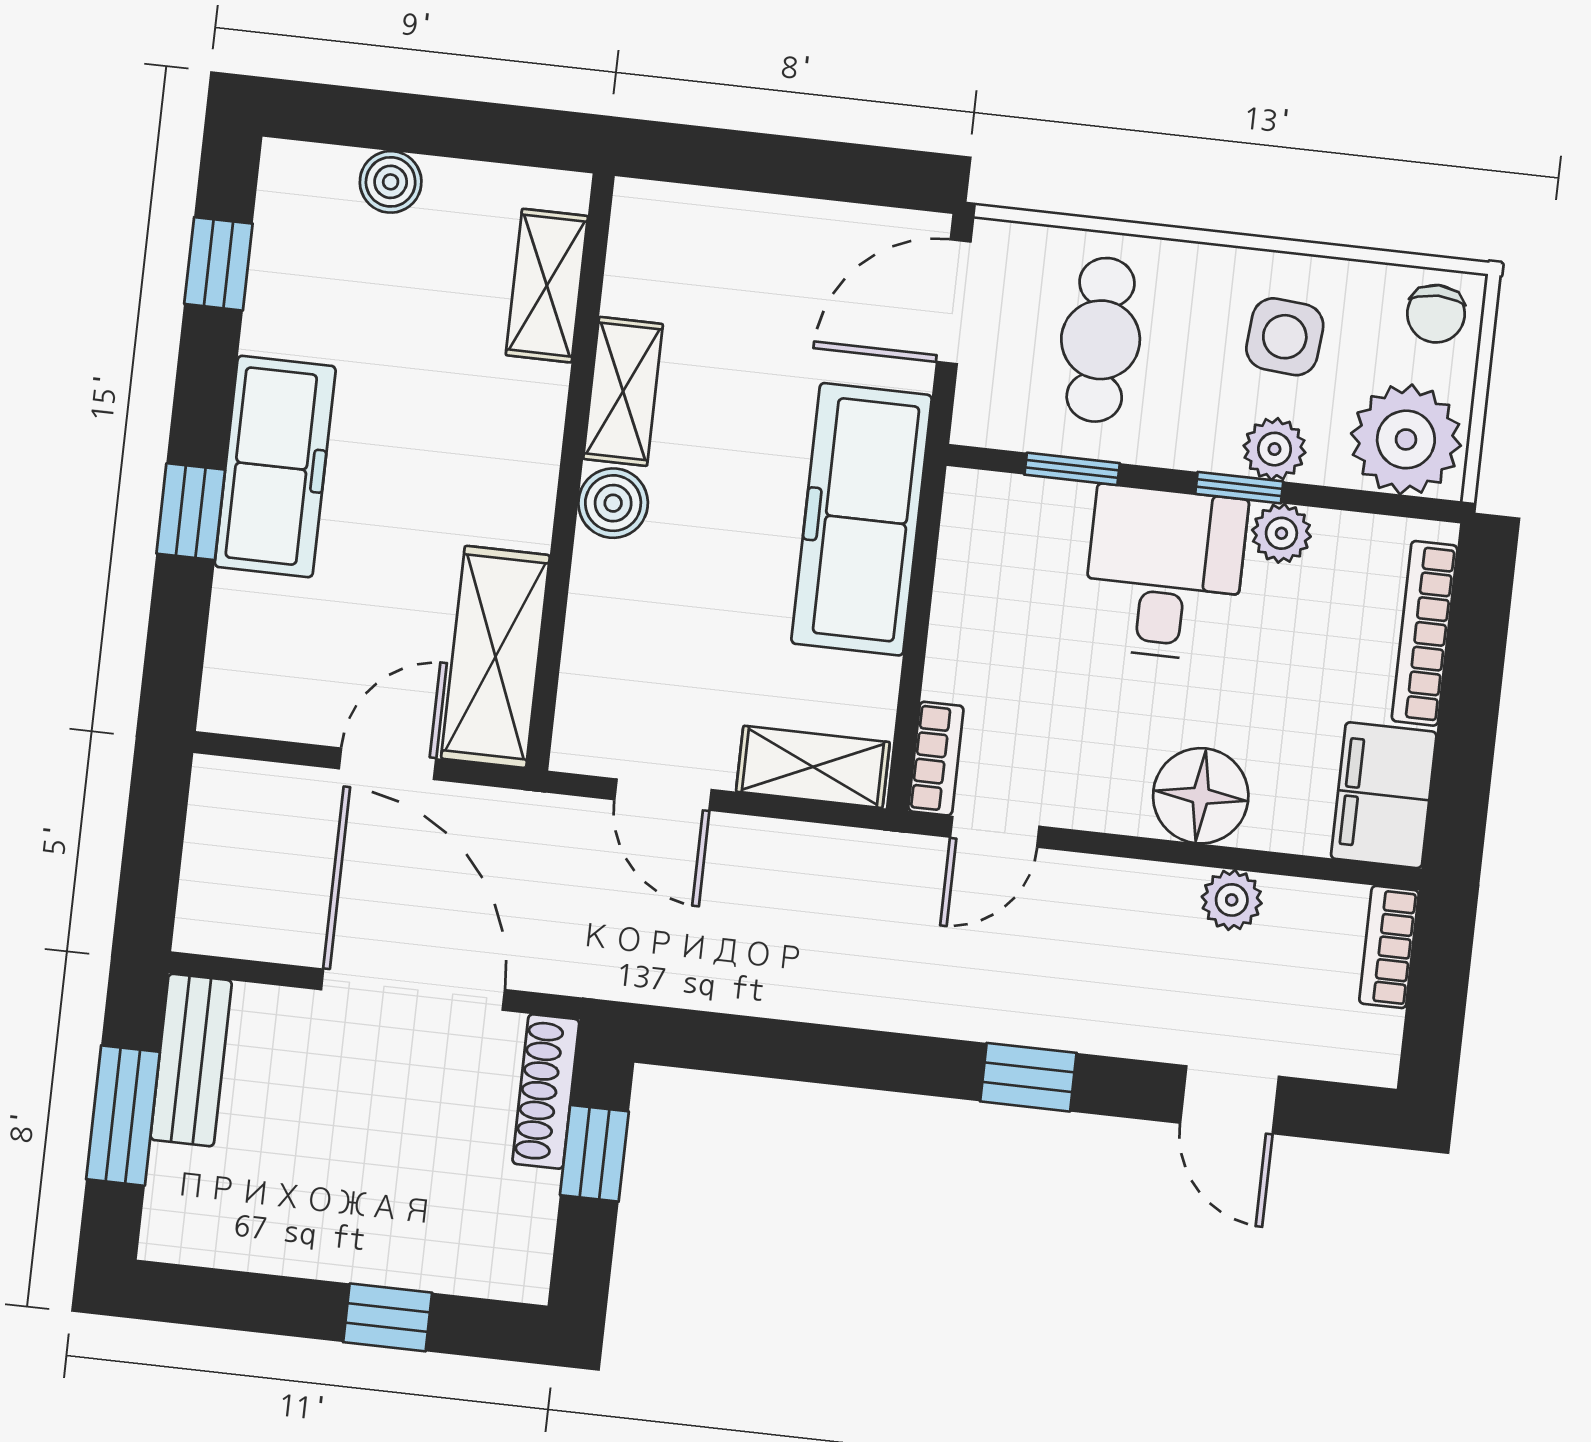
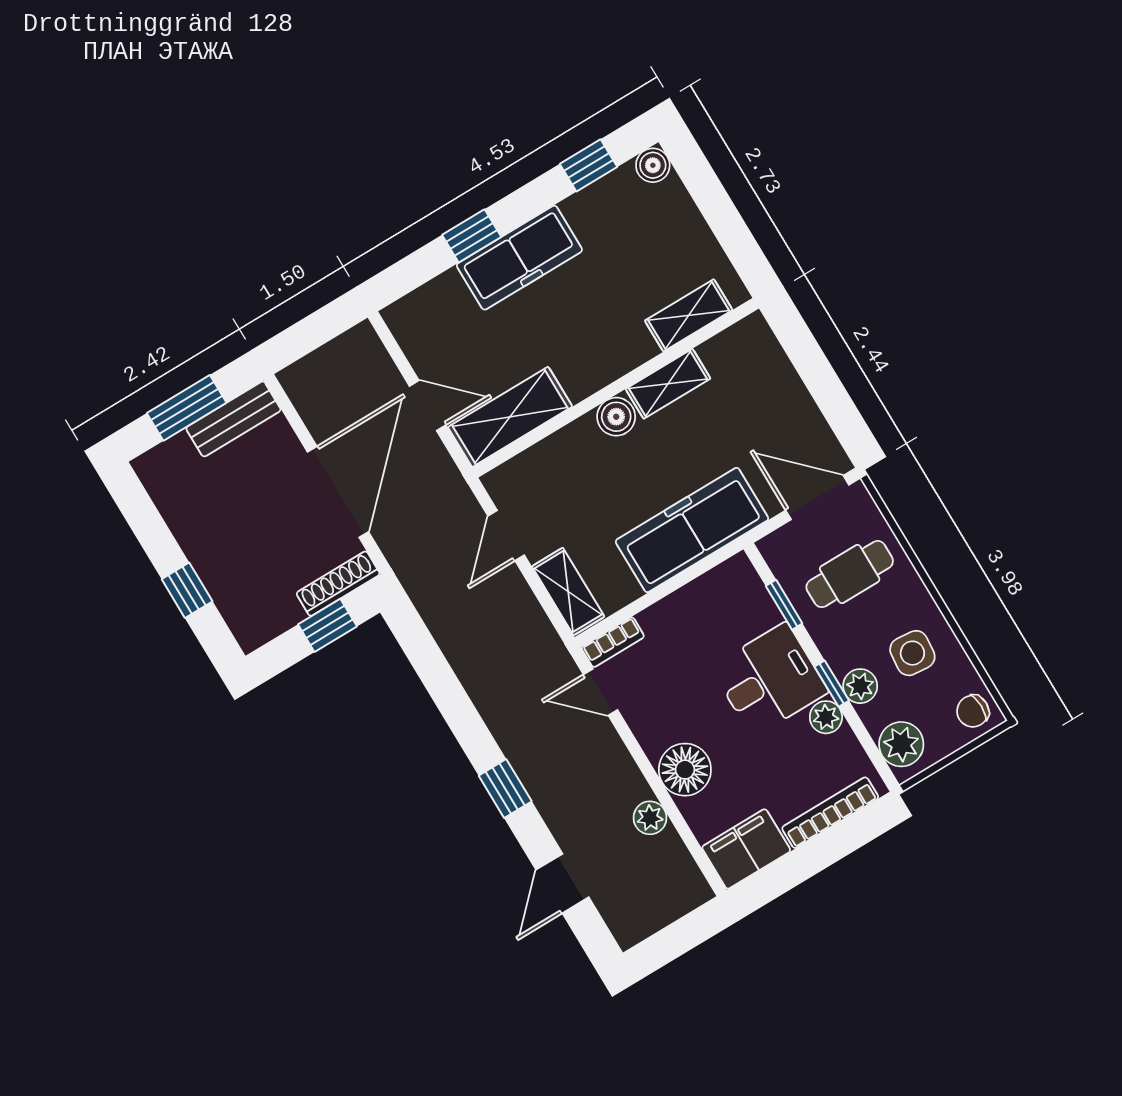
boiler: (391, 182) -> (653, 165), moved
plant: (1406, 439) -> (901, 744), width x0.73, depth x0.73
bookcase: (1389, 947) -> (682, 902), removed

